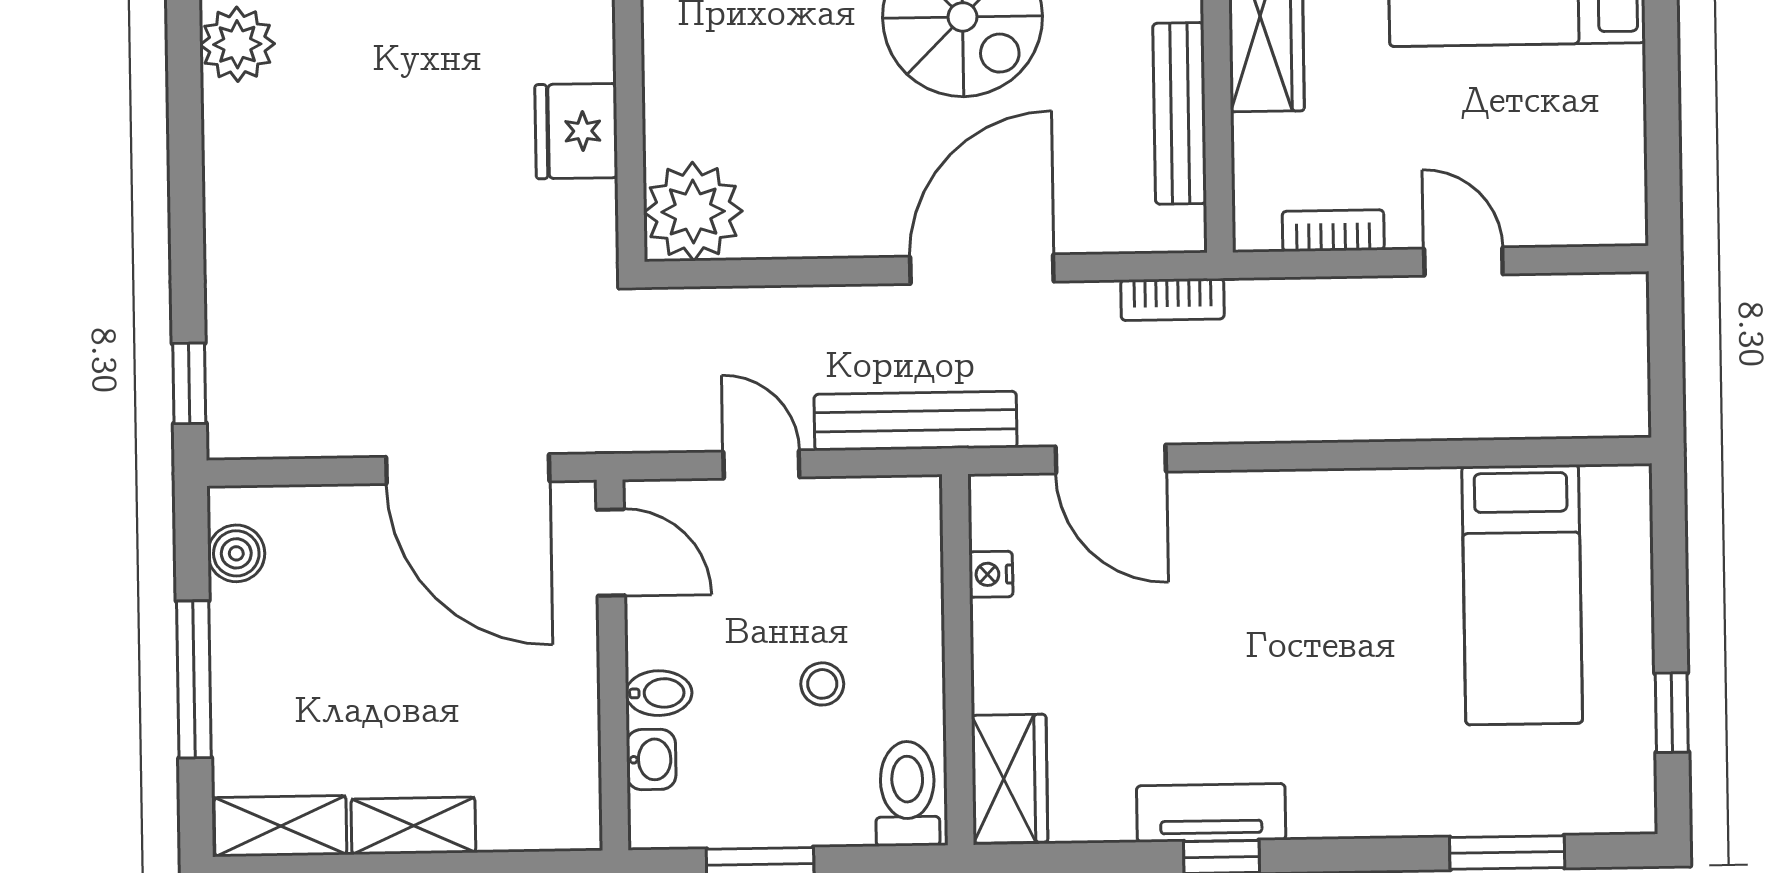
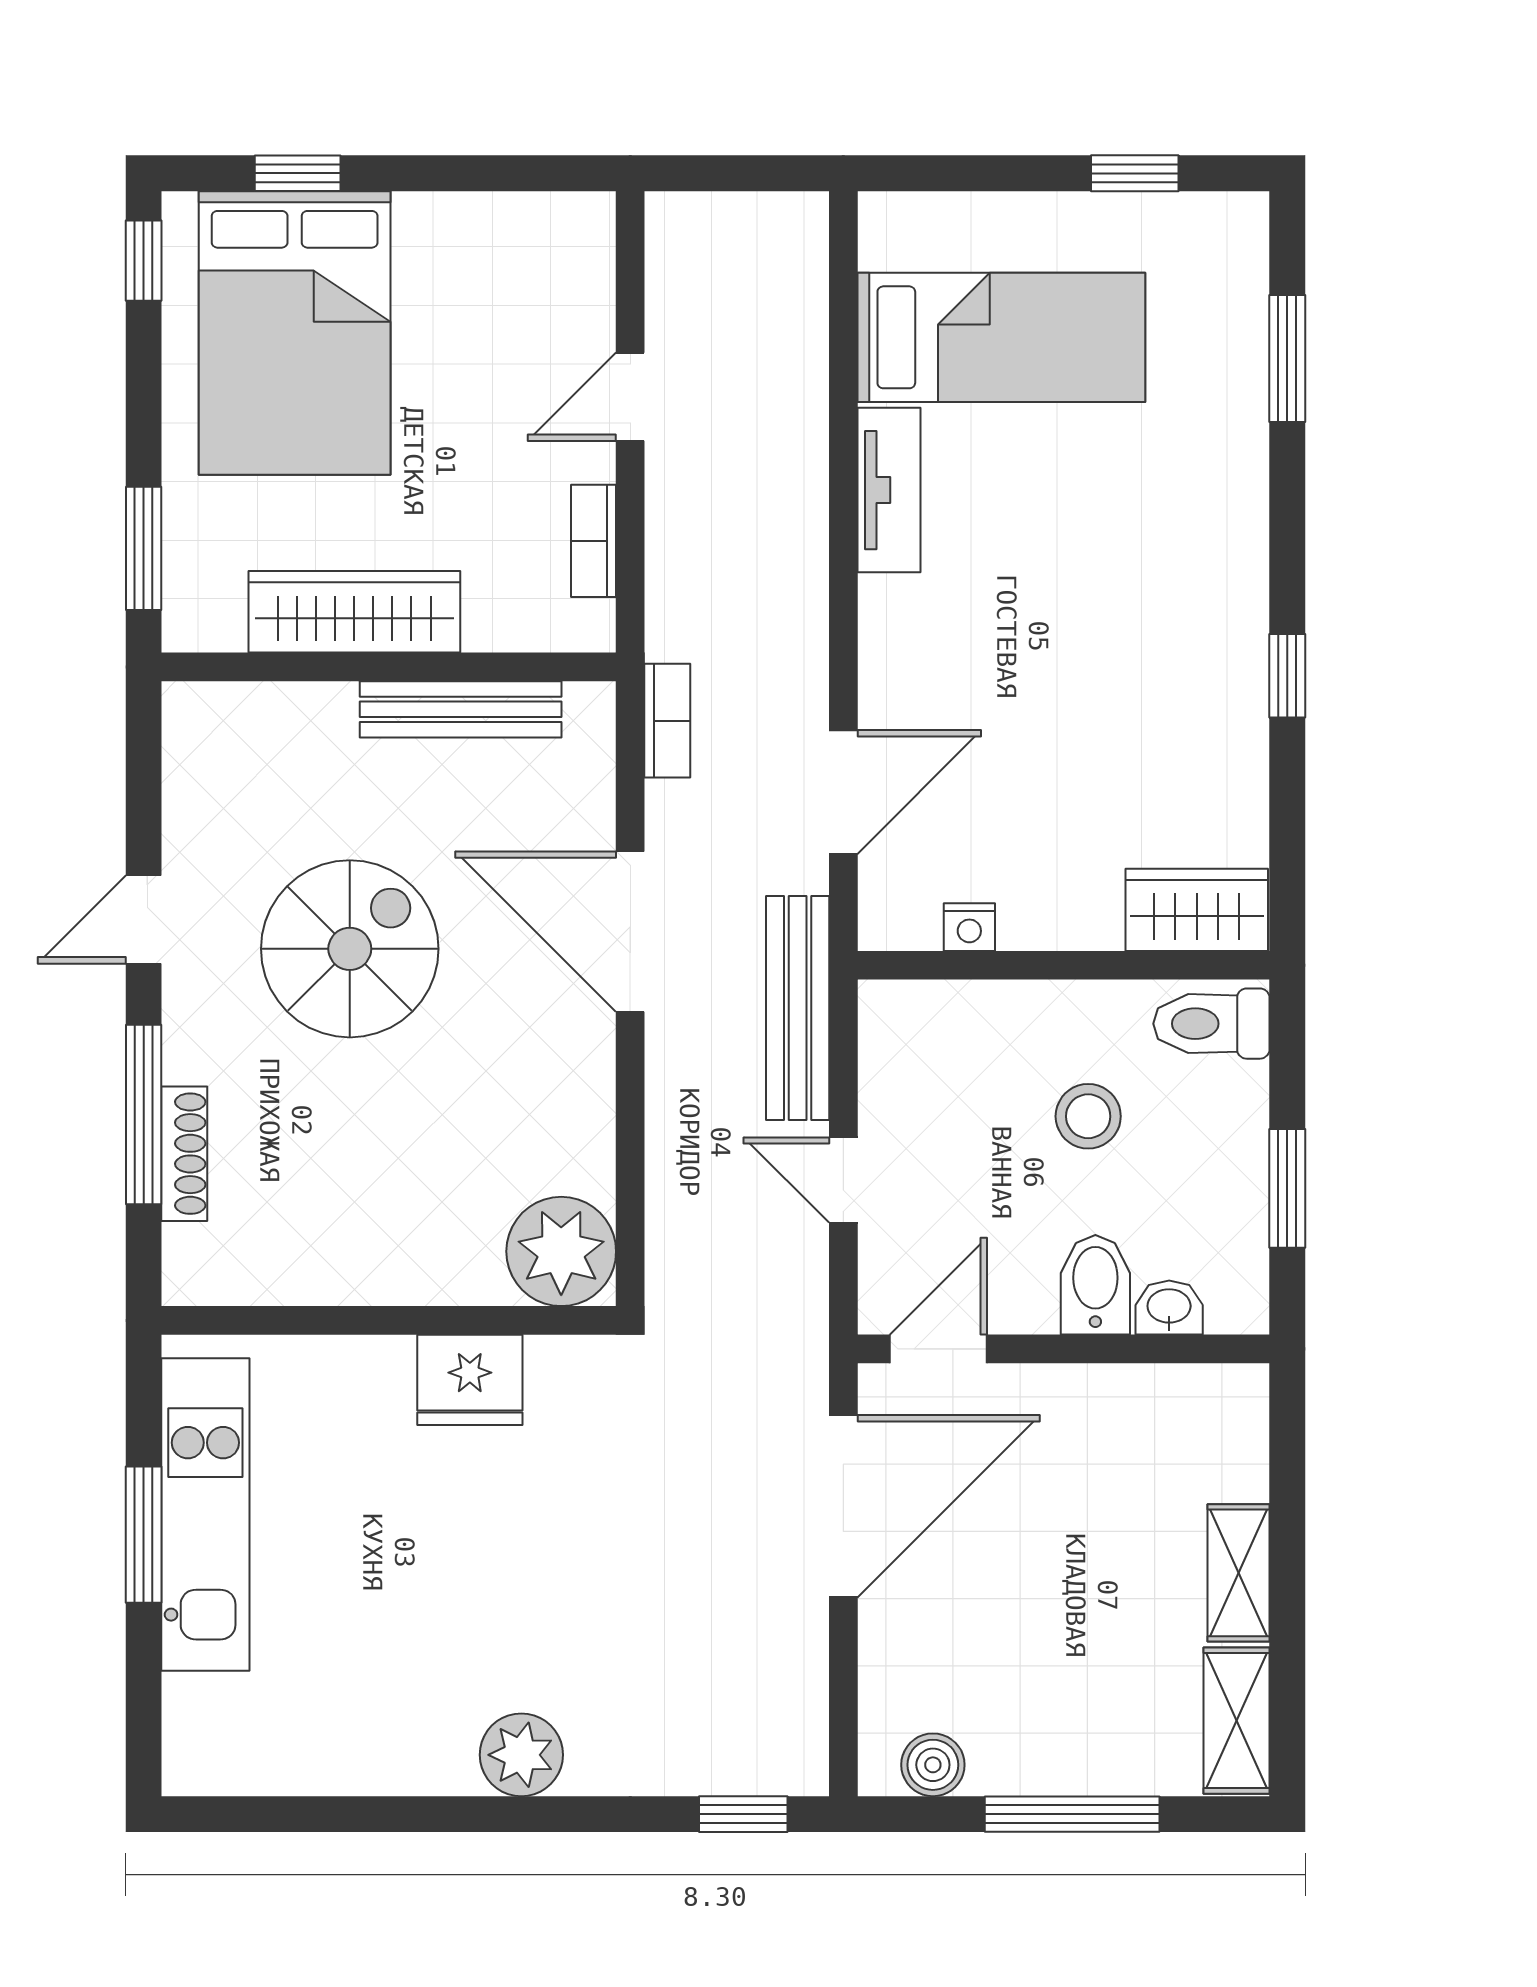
plant: (237, 44) -> (521, 1755), moved
door: (761, 464) -> (843, 1180), hinge flipped
stool: (822, 684) -> (1088, 1116), width x1.37, depth x1.37
bidet: (659, 693) -> (1095, 1285), width x1.38, depth x1.36
tv unit: (1211, 813) -> (889, 490), moved, turned 180

